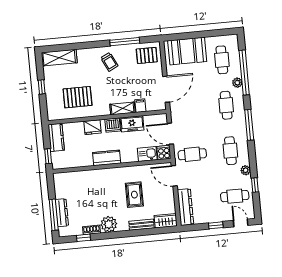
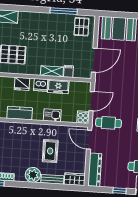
pallet: (147, 55) -> (81, 27), turned 90
trolley: (109, 62) -> (47, 27), removed
door: (170, 134) -> (92, 101), swing flipped
kitchen sink: (147, 154) -> (52, 115), moved
kitchen counter: (107, 158) -> (20, 113), moved
plant: (109, 224) -> (33, 175), moved

